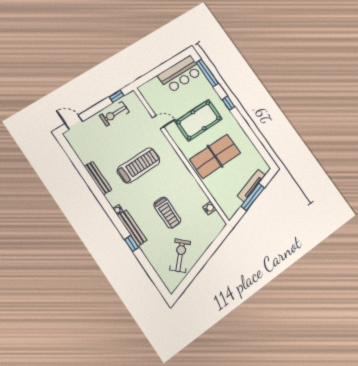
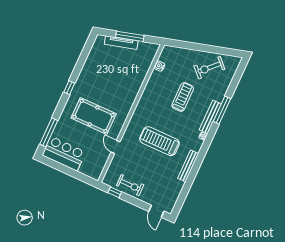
window: (228, 103) -> (69, 88), moved
table tennis table: (215, 156) -> (115, 86), removed
window: (132, 243) -> (222, 110), width x2.17

